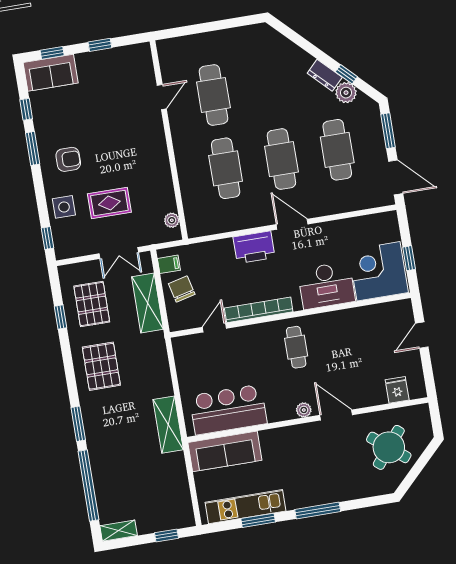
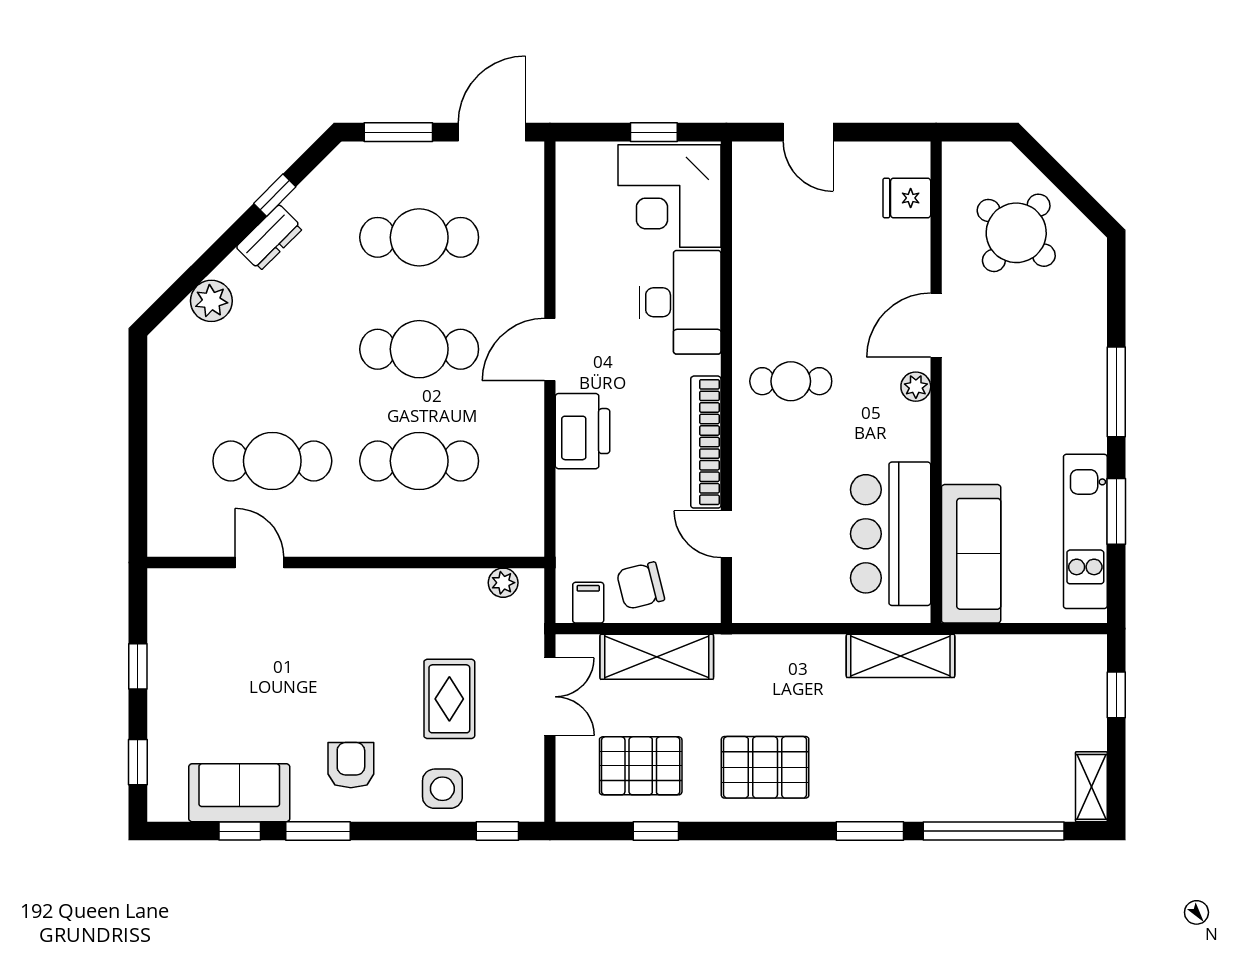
sofa: (51, 73) -> (239, 793), moved, turned -90
plant: (346, 93) -> (211, 301), moved

